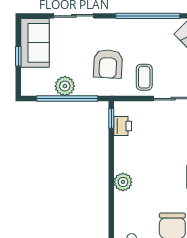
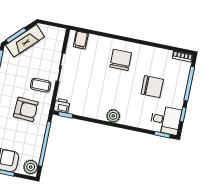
plant: (65, 86) -> (31, 167), moved
printer: (123, 126) -> (62, 106), moved

